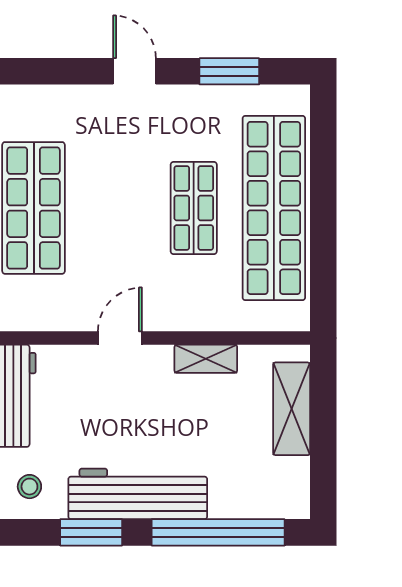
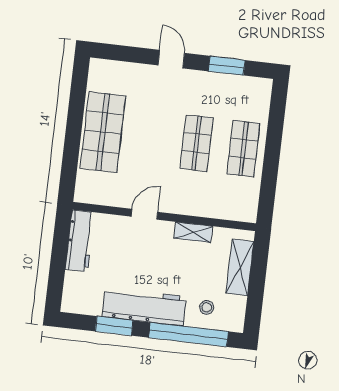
shop shelf: (274, 208) -> (243, 149), width x0.50, depth x0.74
stool: (29, 487) -> (207, 307), moved

